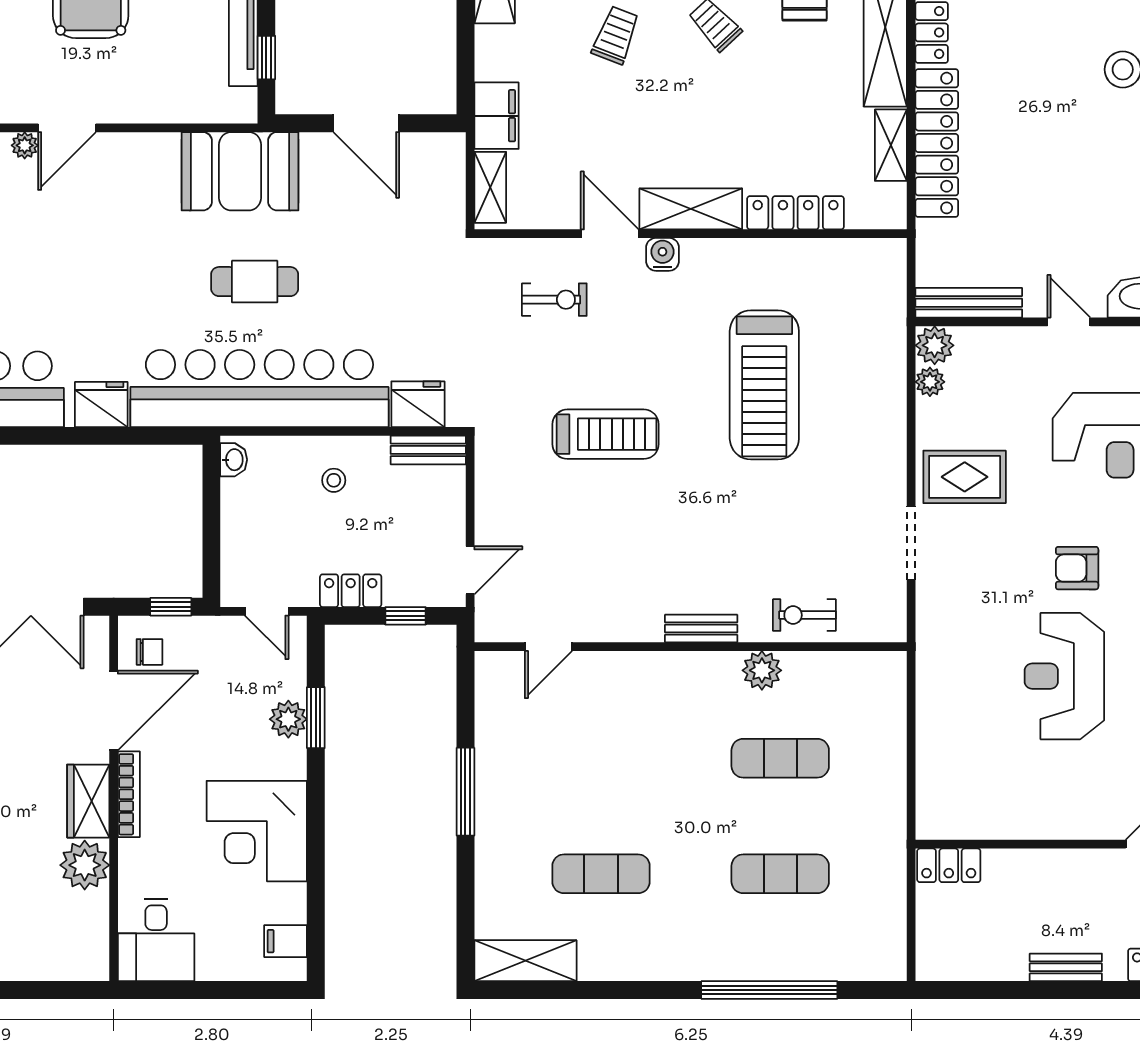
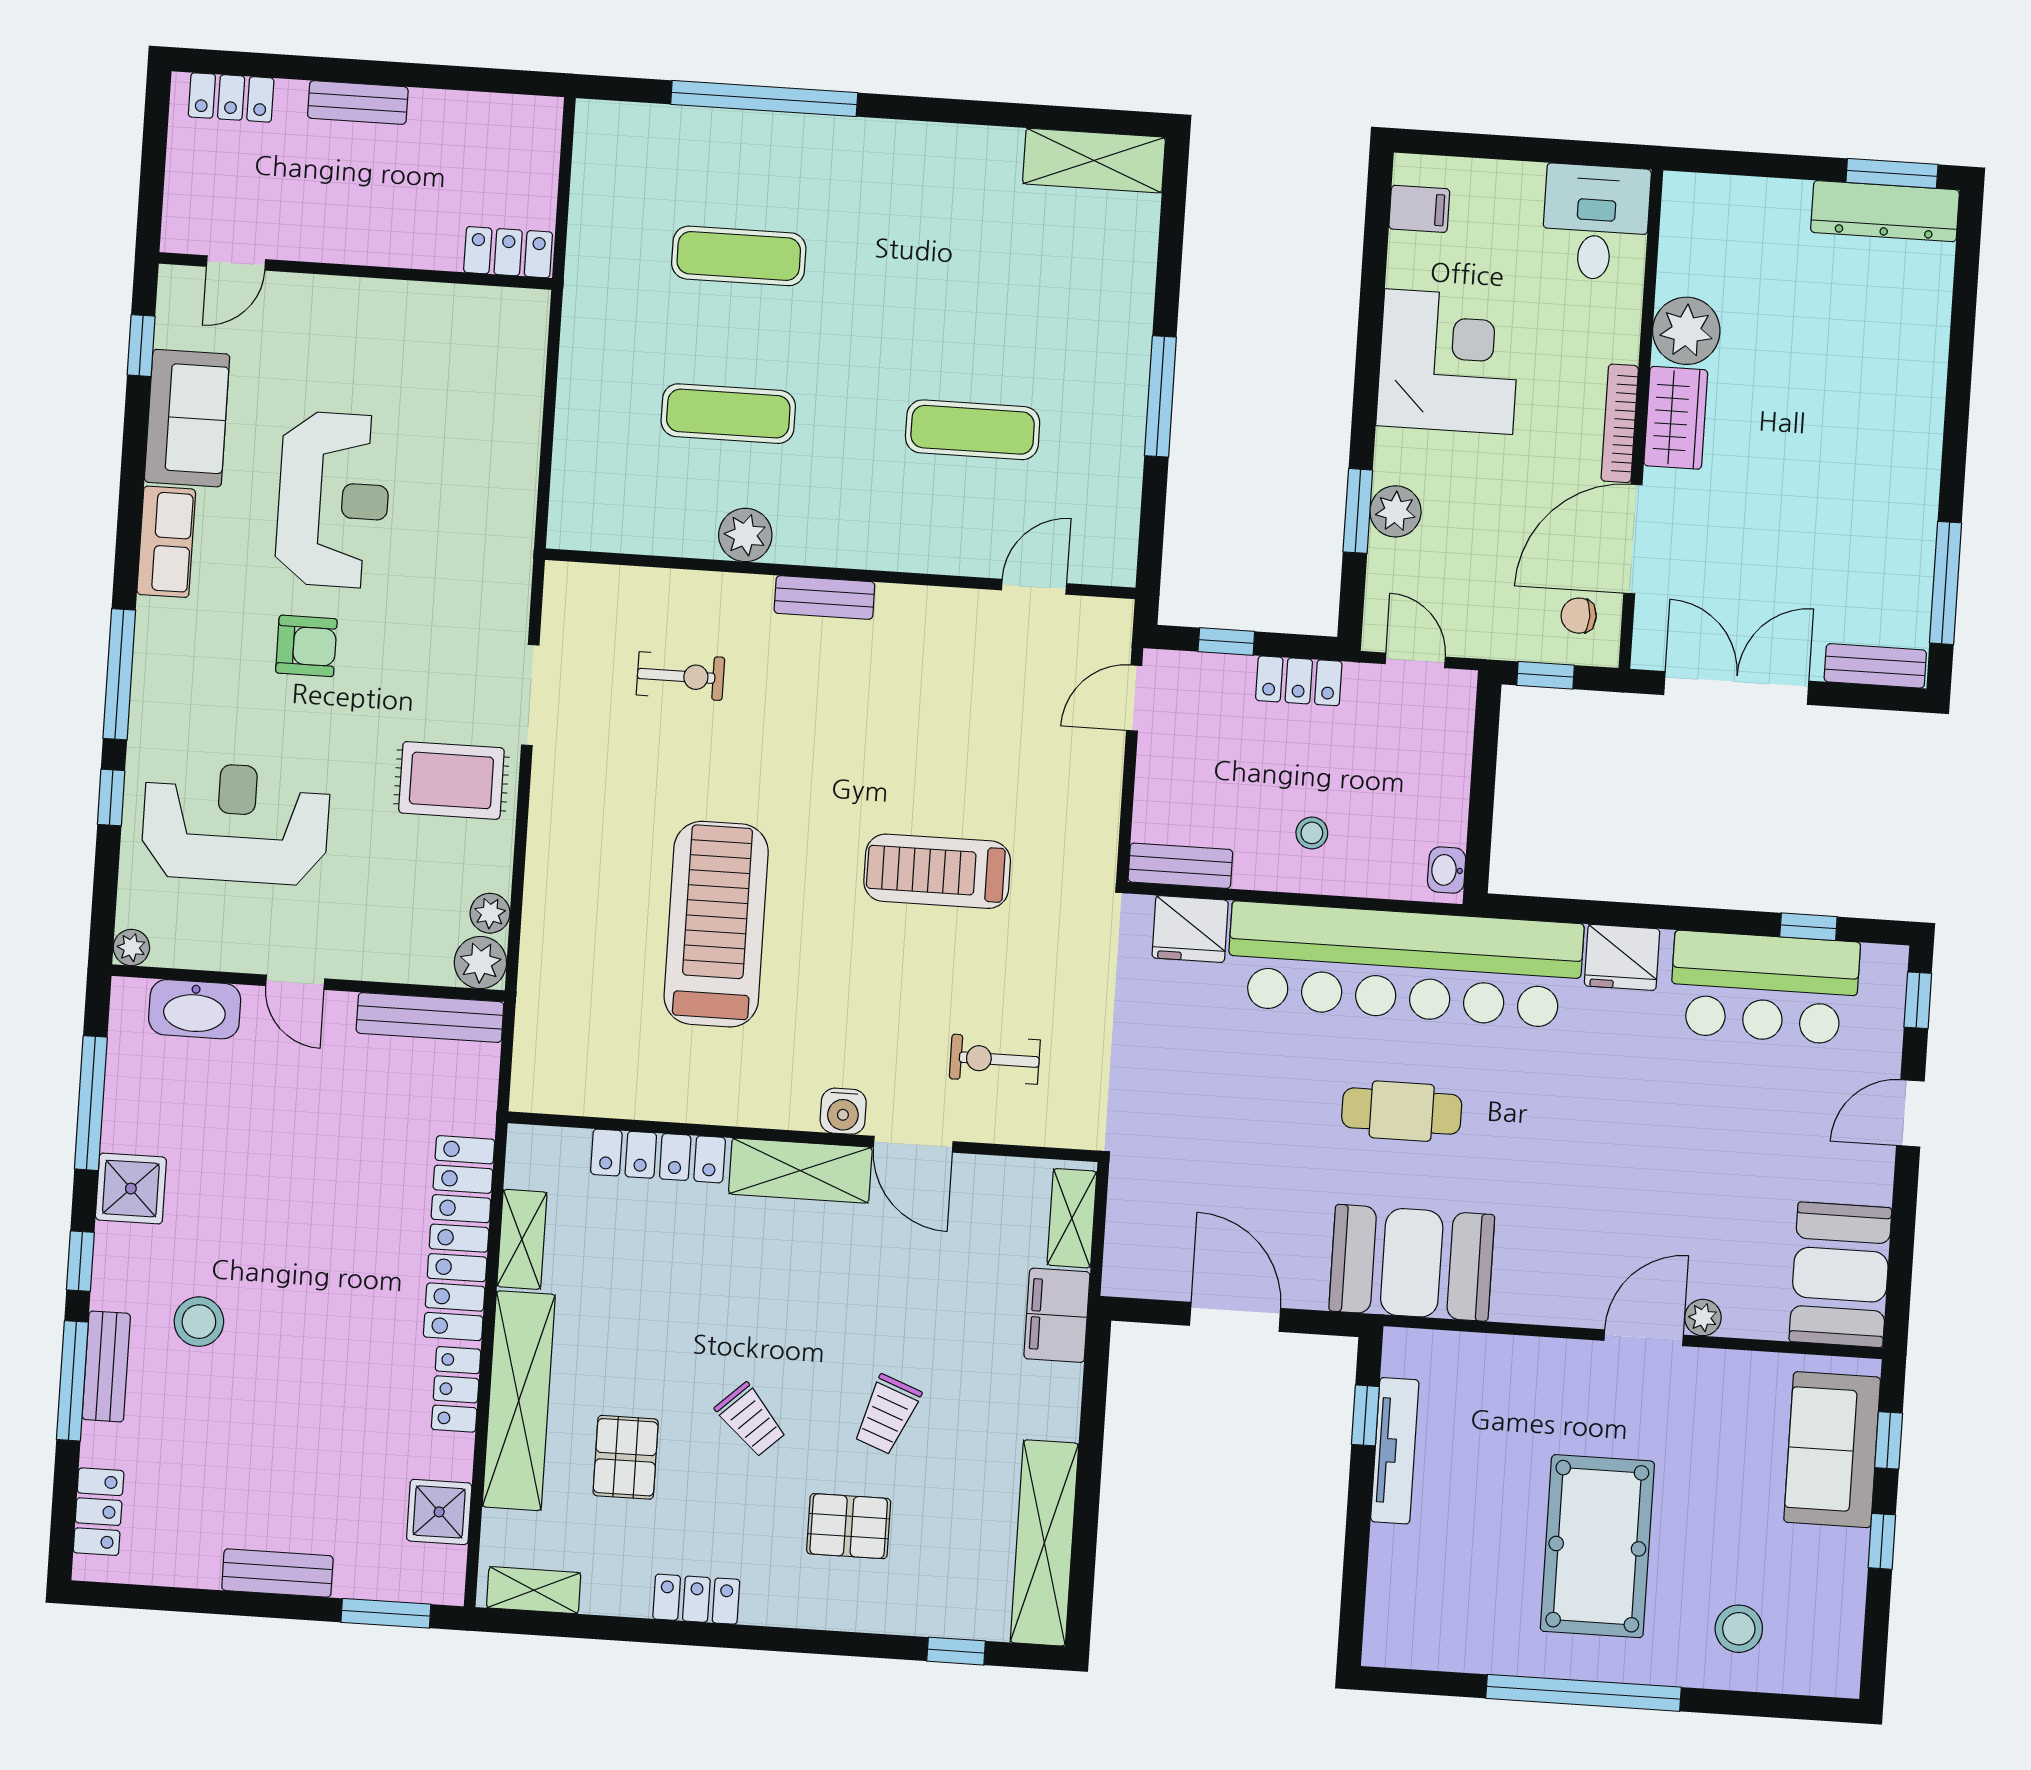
exercise bike: (804, 615) -> (680, 676), moved
exercise mat: (601, 874) -> (973, 430), moved

